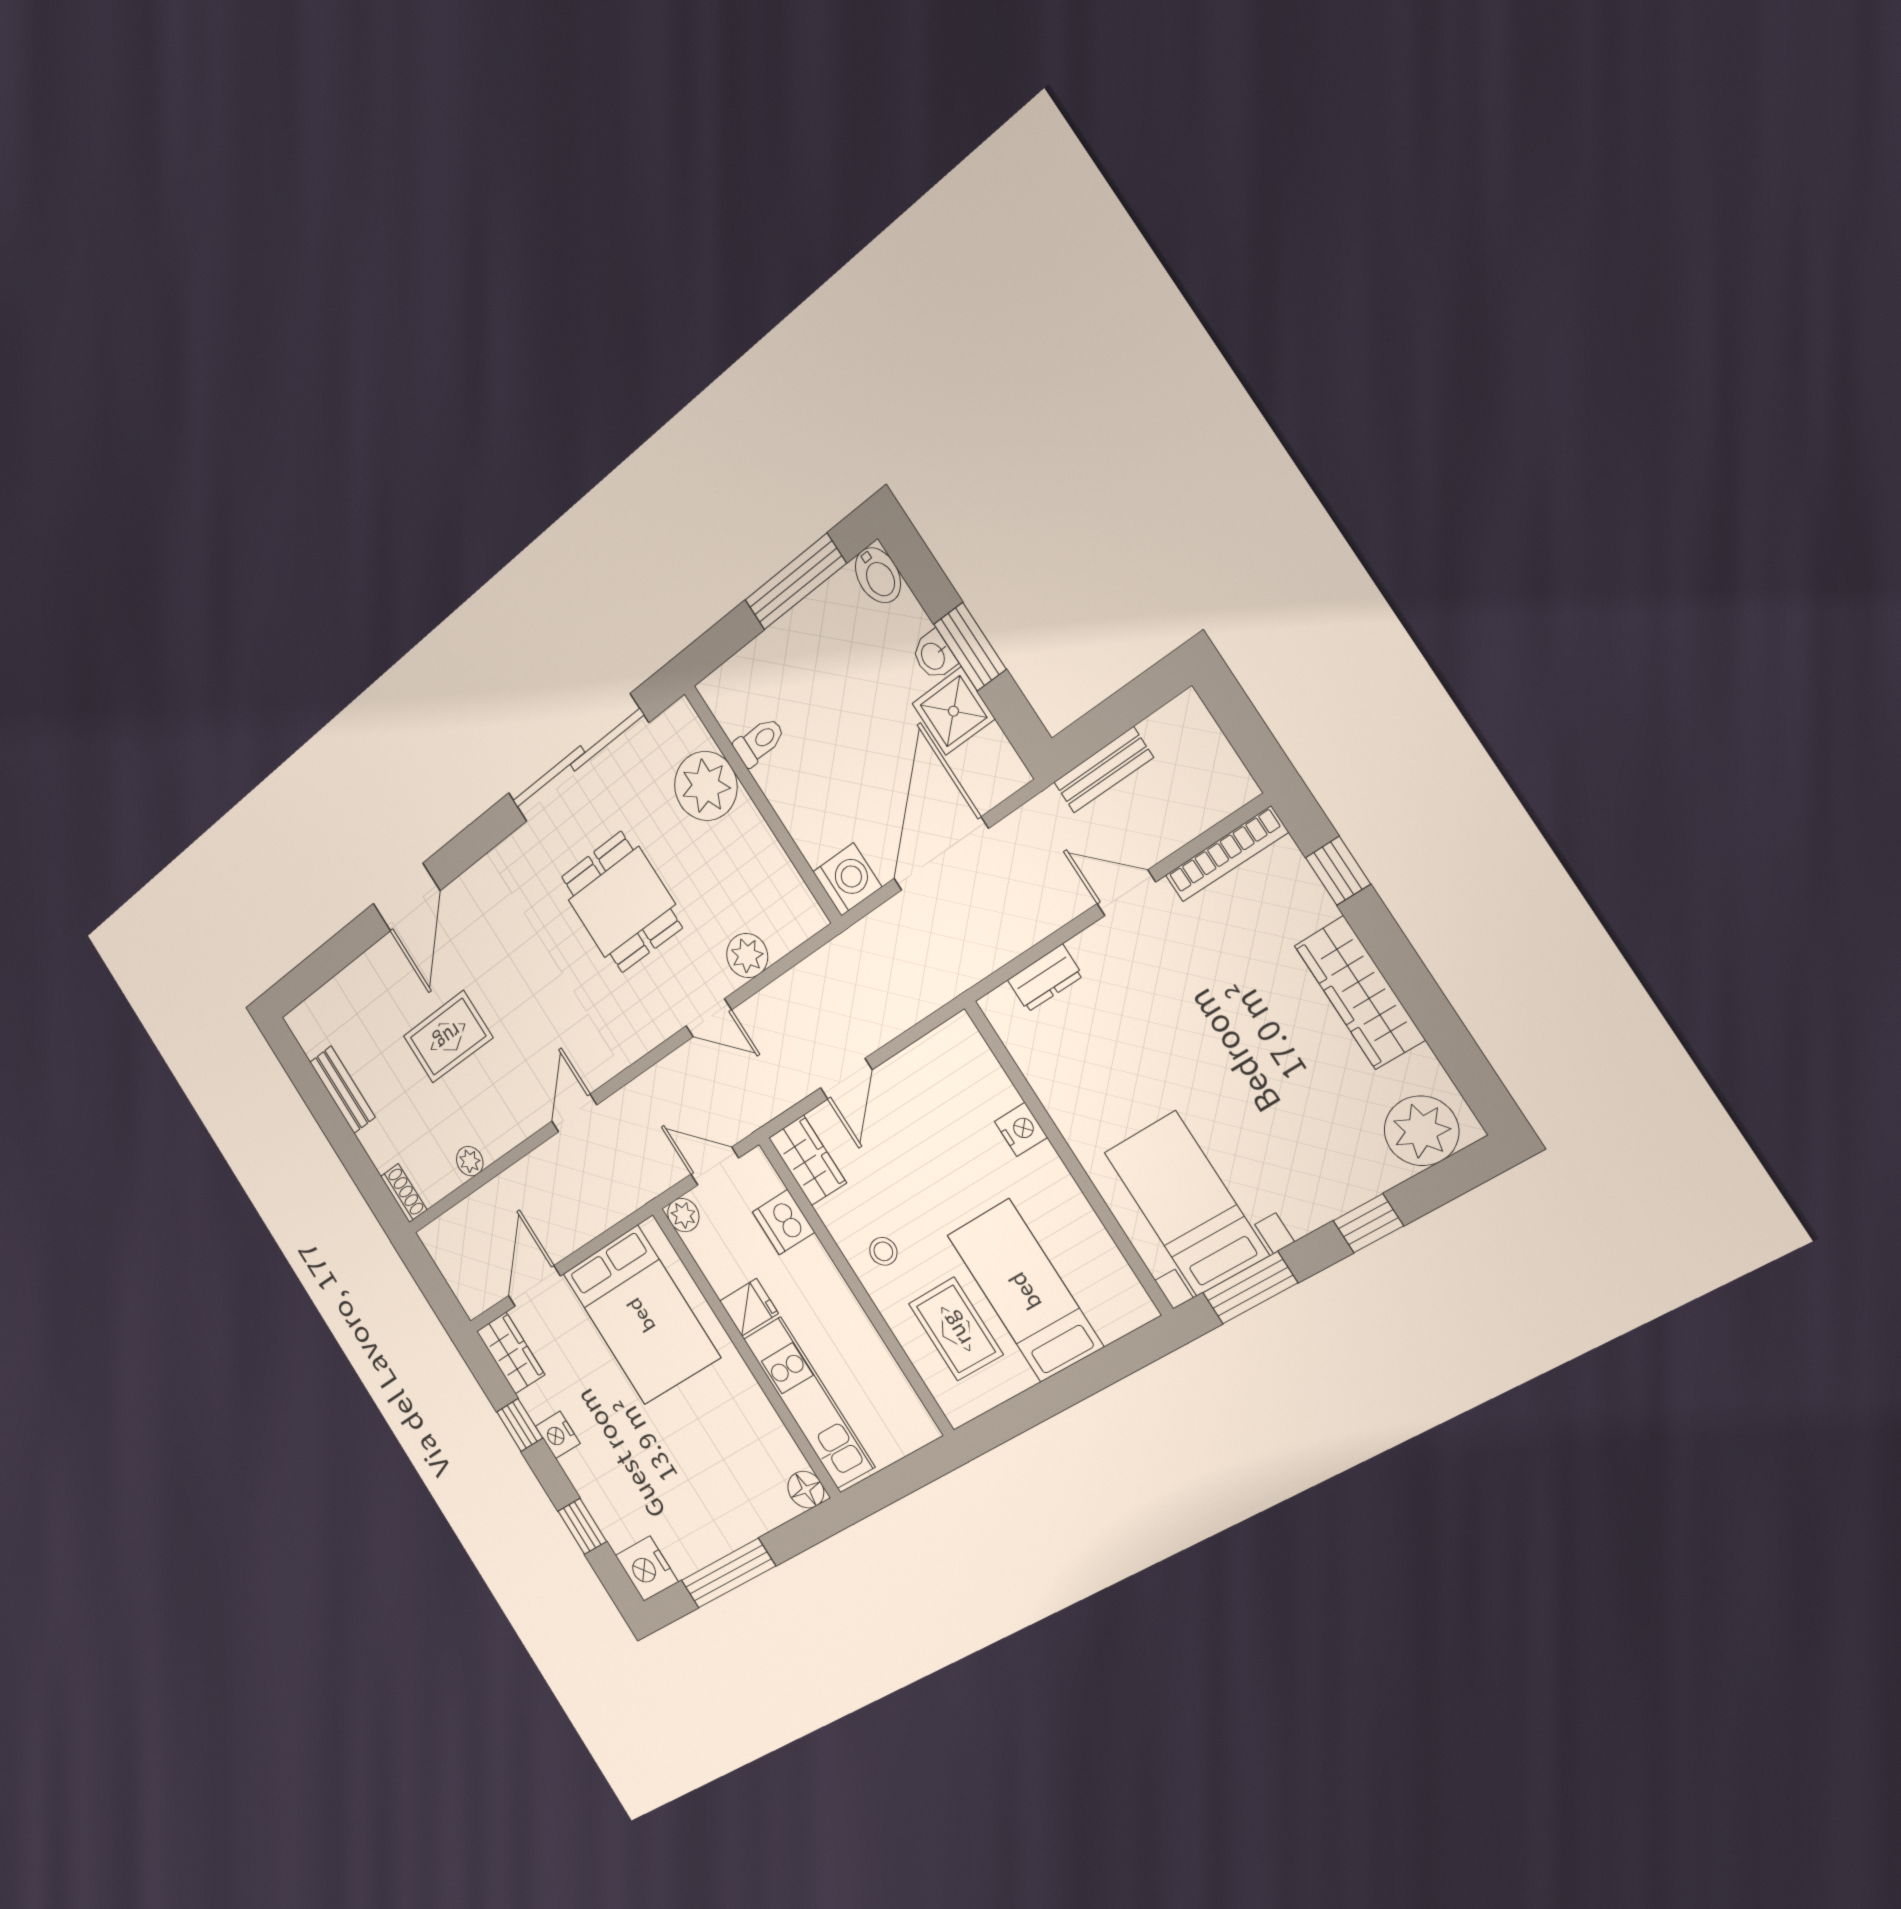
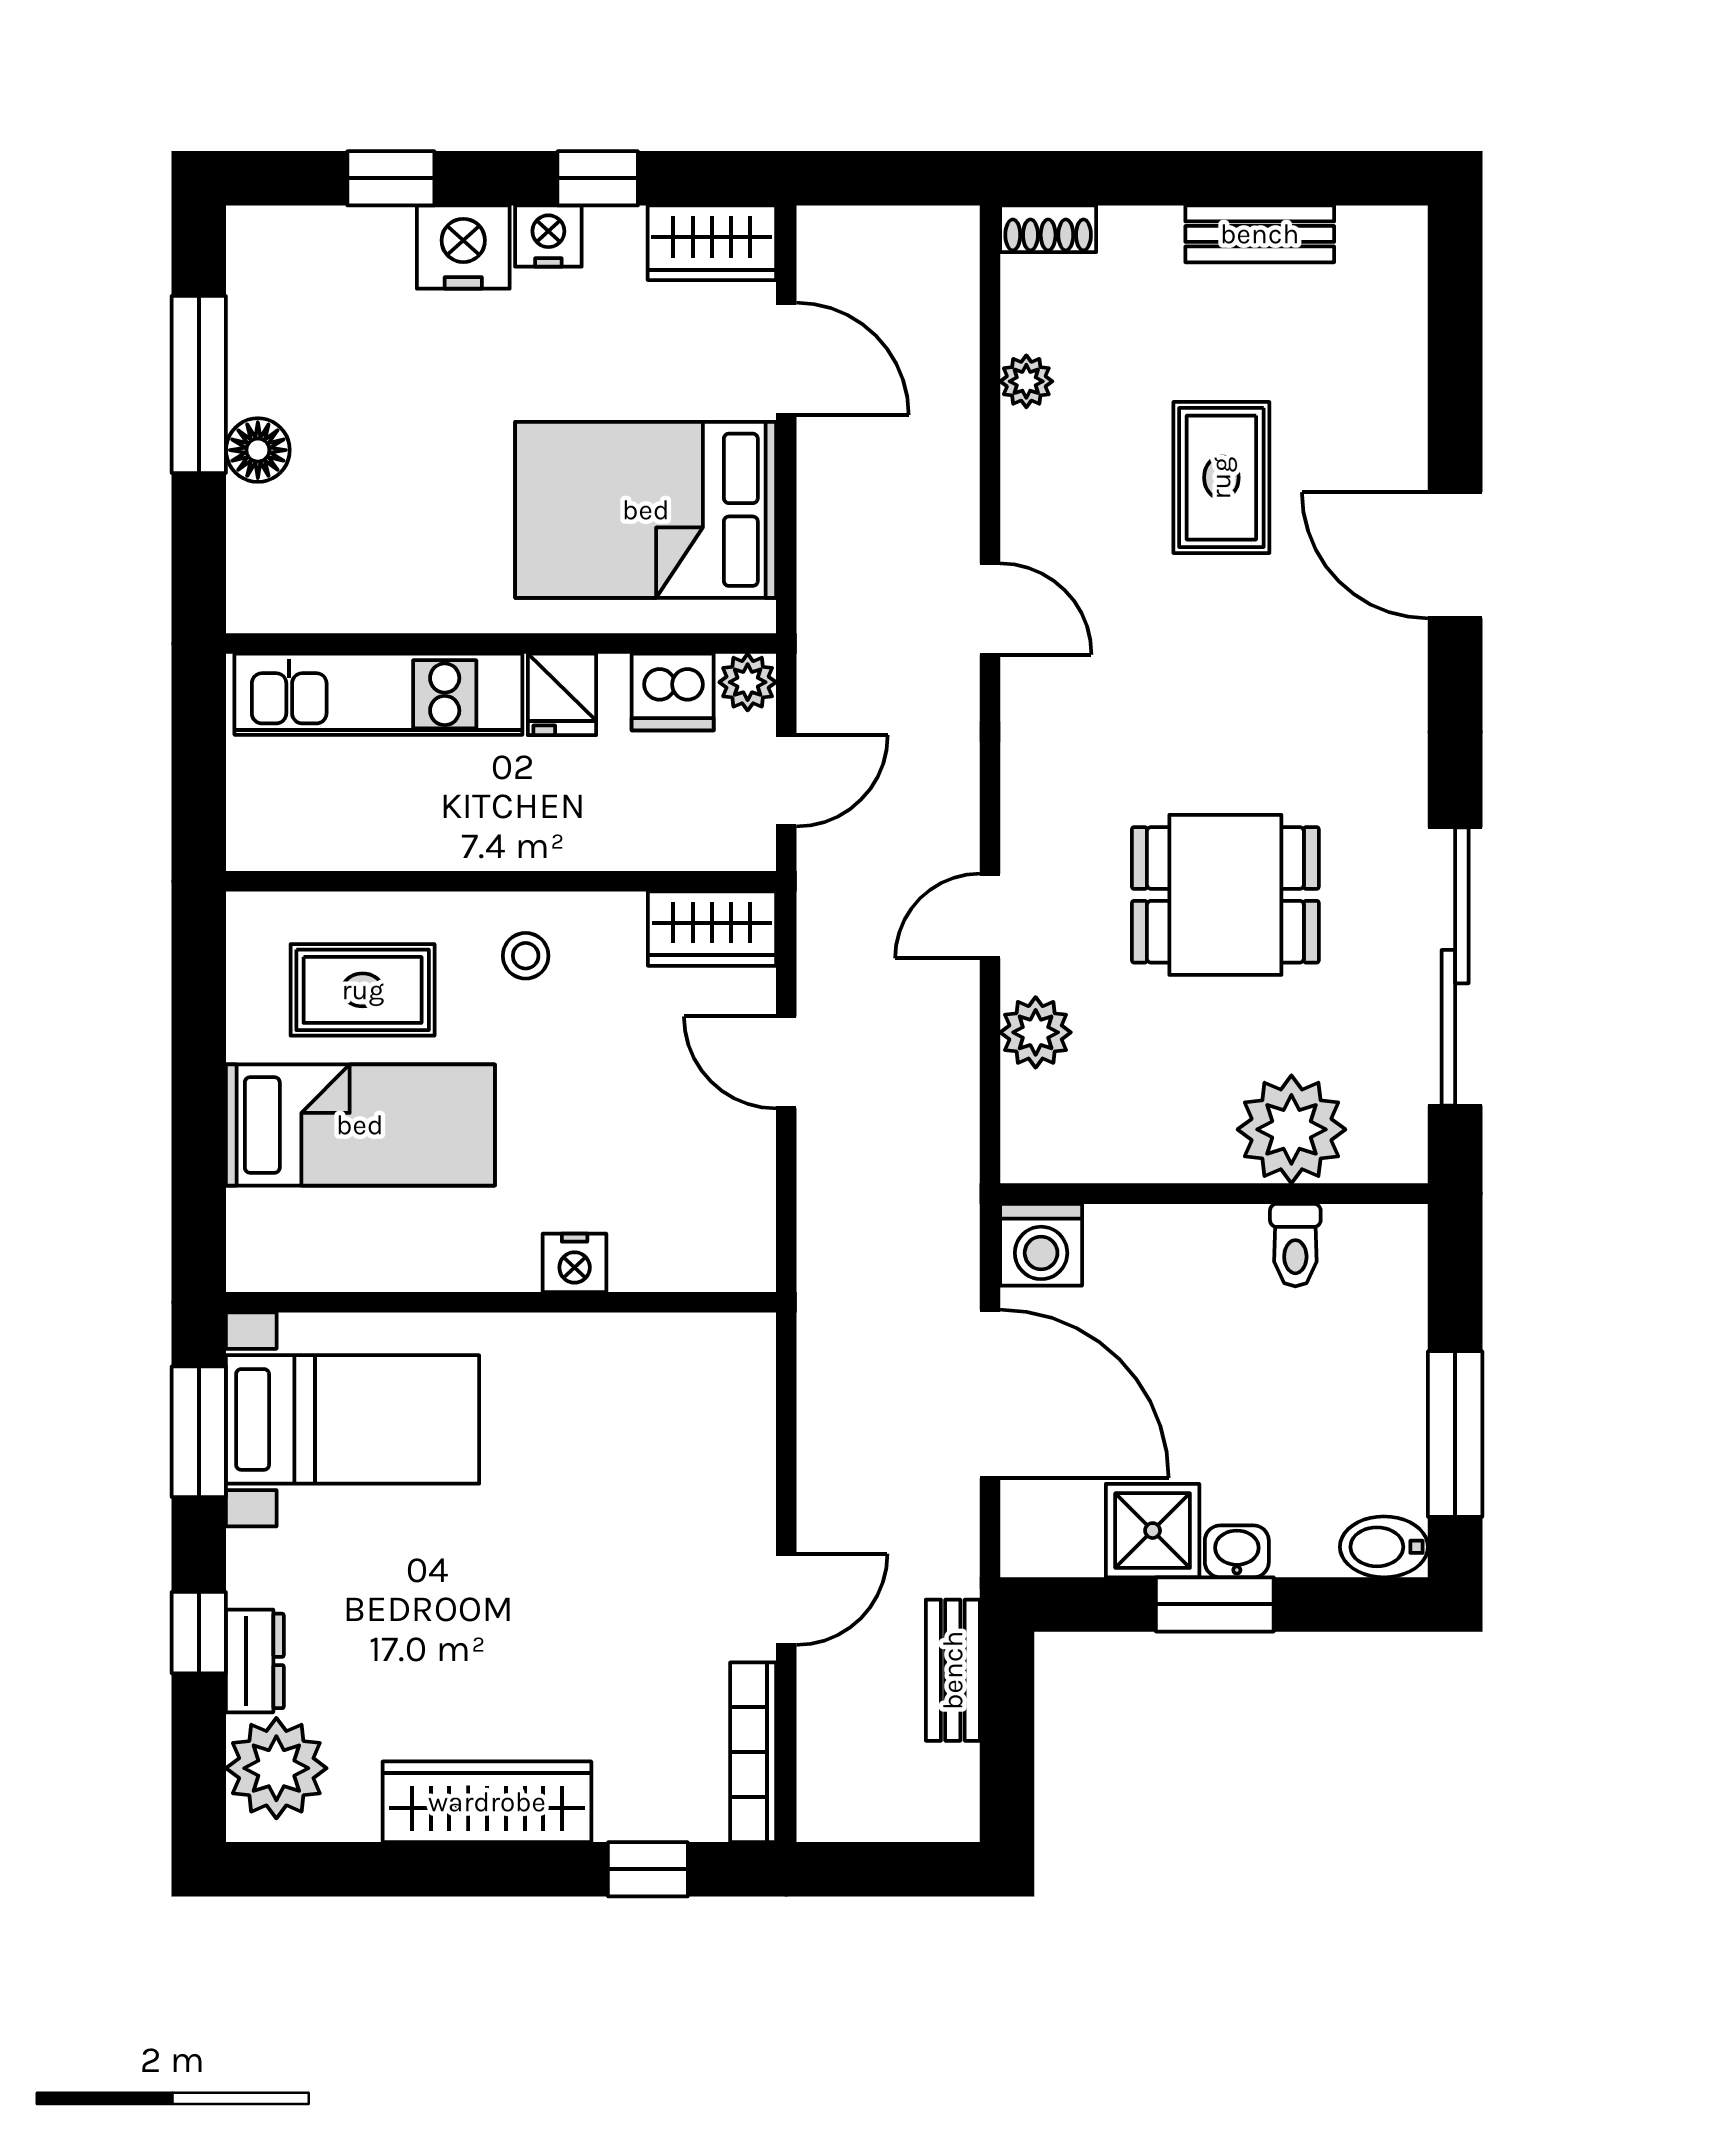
dresser: (1045, 978) -> (255, 1661), moved, turned 180
dishwasher: (783, 1222) -> (673, 692), moved, turned 180
floor lamp: (806, 1490) -> (258, 450), moved
nightstand: (647, 1569) -> (463, 247), moved

